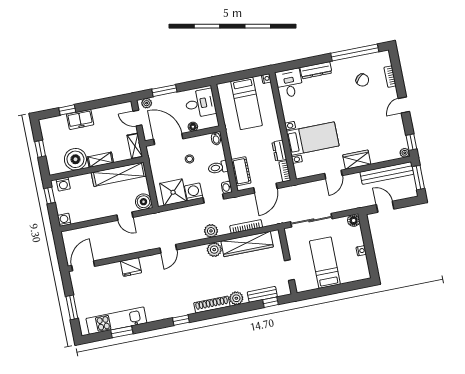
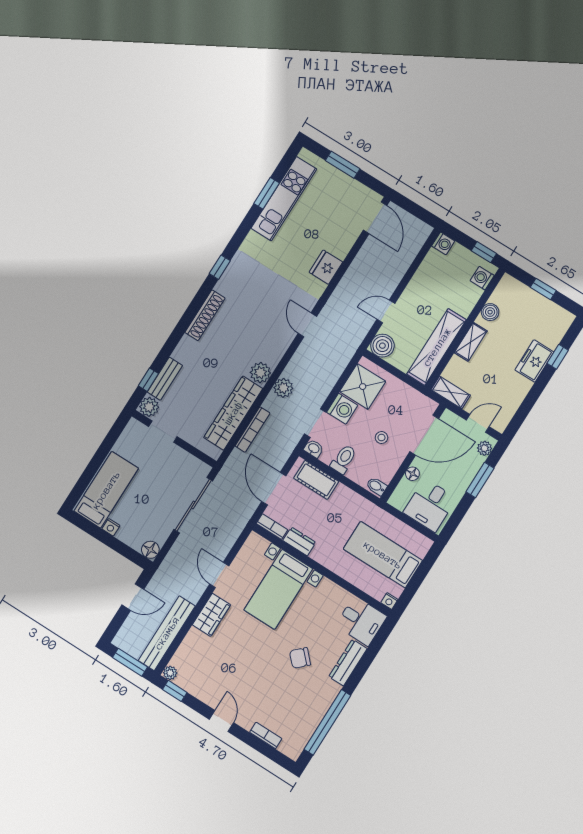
chair: (362, 80) -> (300, 658), moved
boiler: (75, 159) -> (490, 312), width x0.54, depth x0.54
bed: (325, 263) -> (106, 490), moved, turned -90
plant: (236, 298) -> (149, 407), moved

